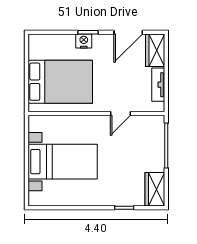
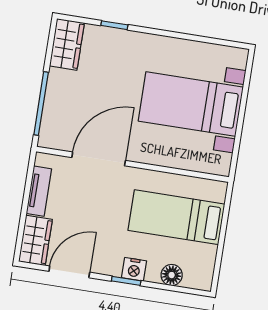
floor lamp: (57, 41) -> (172, 275), added
bed: (60, 82) -> (176, 217), width x0.67
door: (120, 114) -> (99, 159), width x1.88

